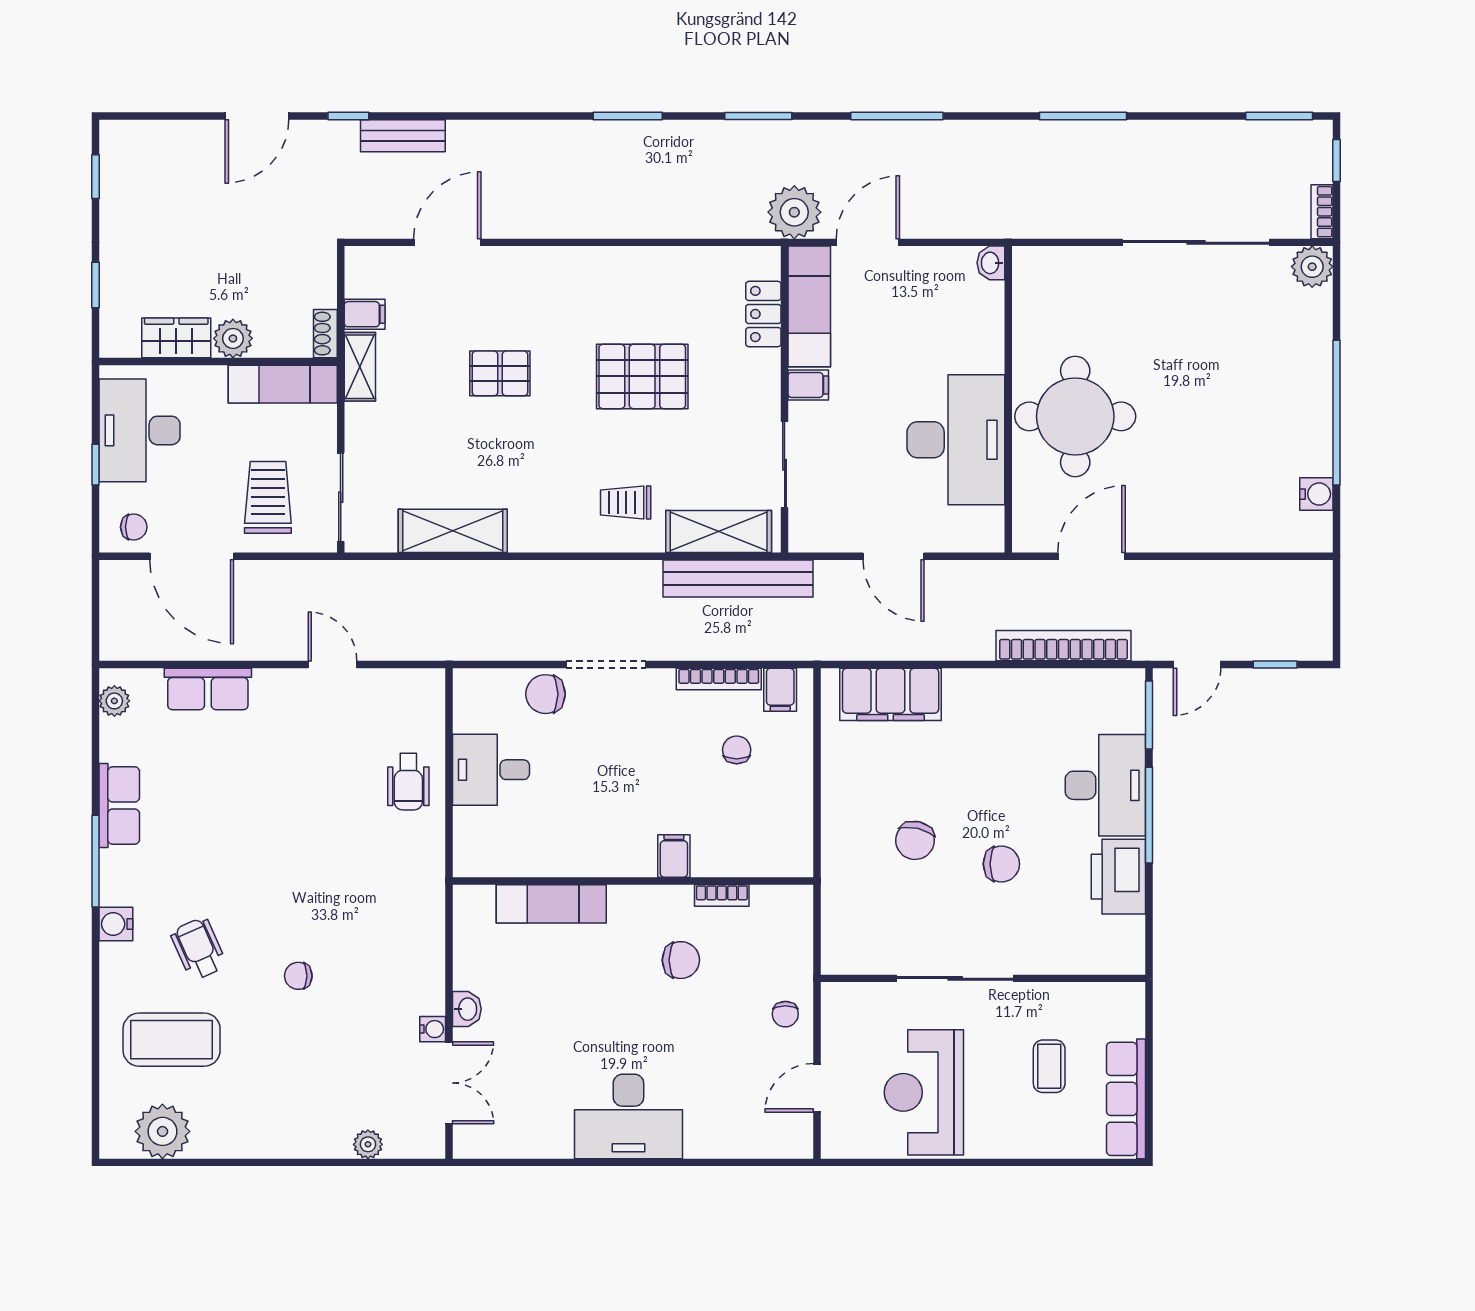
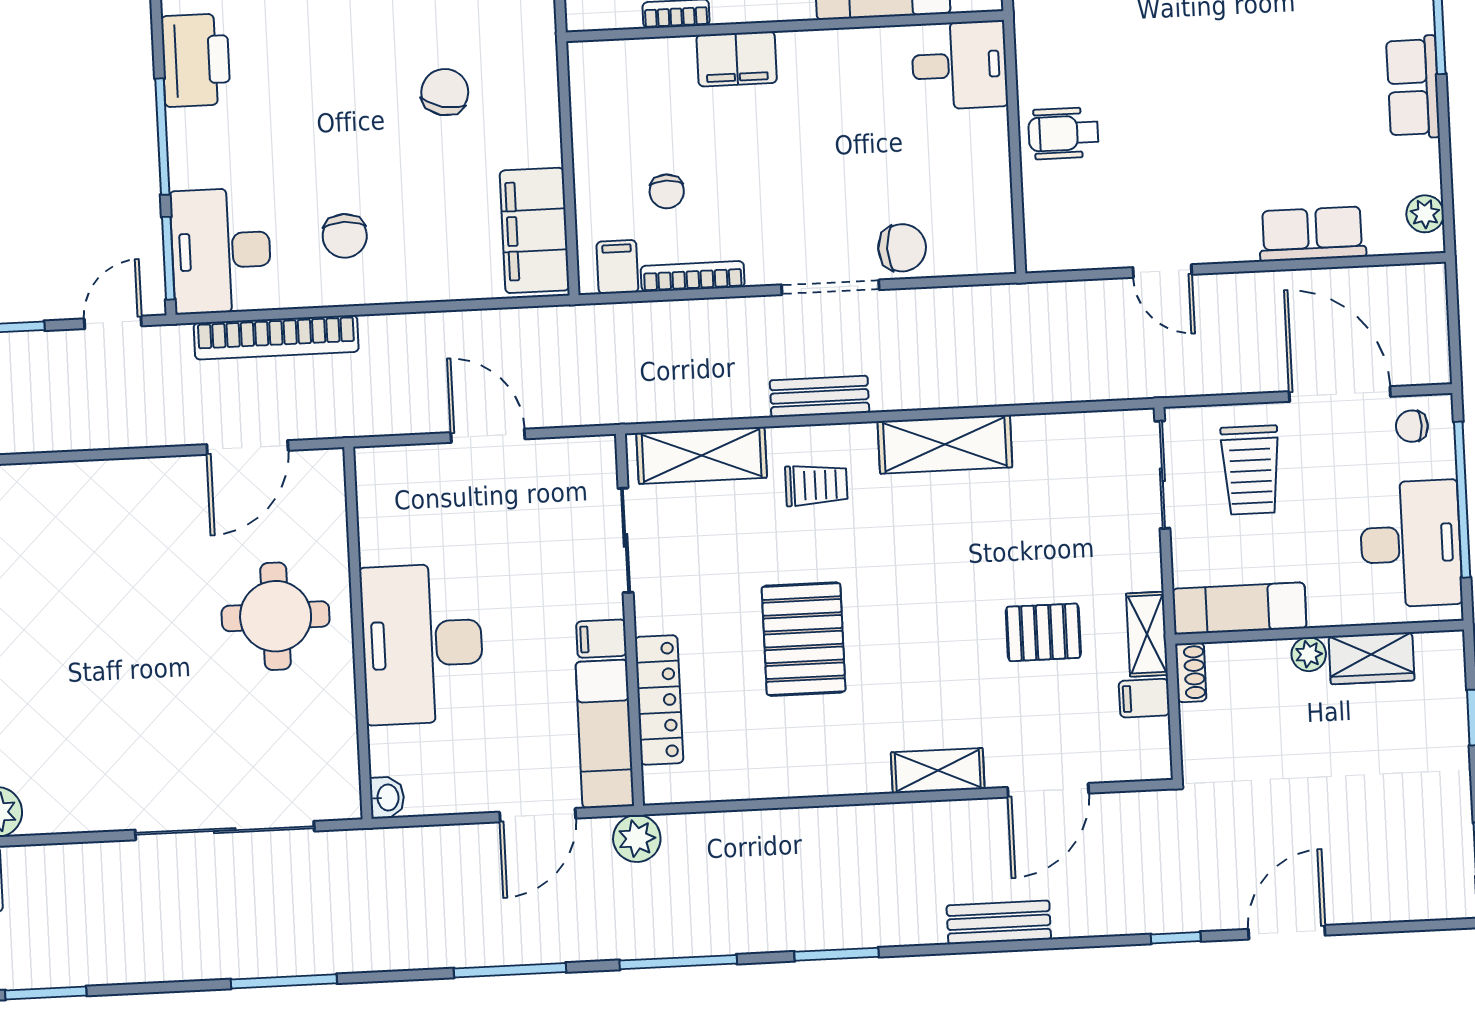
window: (758, 116) -> (678, 962), width x1.44
bench: (403, 136) -> (999, 922), moved
plant: (794, 212) -> (637, 838), width x0.73, depth x0.73
sliding door: (1196, 242) -> (225, 831), moved
shelving: (537, 263) -> (938, 771), added
locker: (763, 314) -> (659, 700), width x1.53
plant: (233, 338) -> (1309, 654), width x0.73, depth x0.73
pallet: (500, 373) -> (1043, 632), moved
pallet: (642, 376) -> (804, 639), turned 90
round table: (1075, 416) -> (276, 616), width x0.73, depth x0.73
desk: (956, 440) -> (422, 644), moved
window: (95, 465) -> (1462, 500), width x3.17
shelving: (453, 531) -> (945, 444), moved
bench: (738, 579) -> (819, 396), moved, width x0.54, depth x0.82
filing cabinet: (891, 694) -> (535, 230), moved, turned -90
desk: (491, 770) -> (960, 65), moved
wheelchair: (408, 782) -> (1063, 133), turned -90
desk: (1105, 785) -> (221, 251), moved
filing cabinet: (674, 856) -> (737, 59), width x2.00
chair: (1001, 864) -> (345, 236), moved, turned -90

